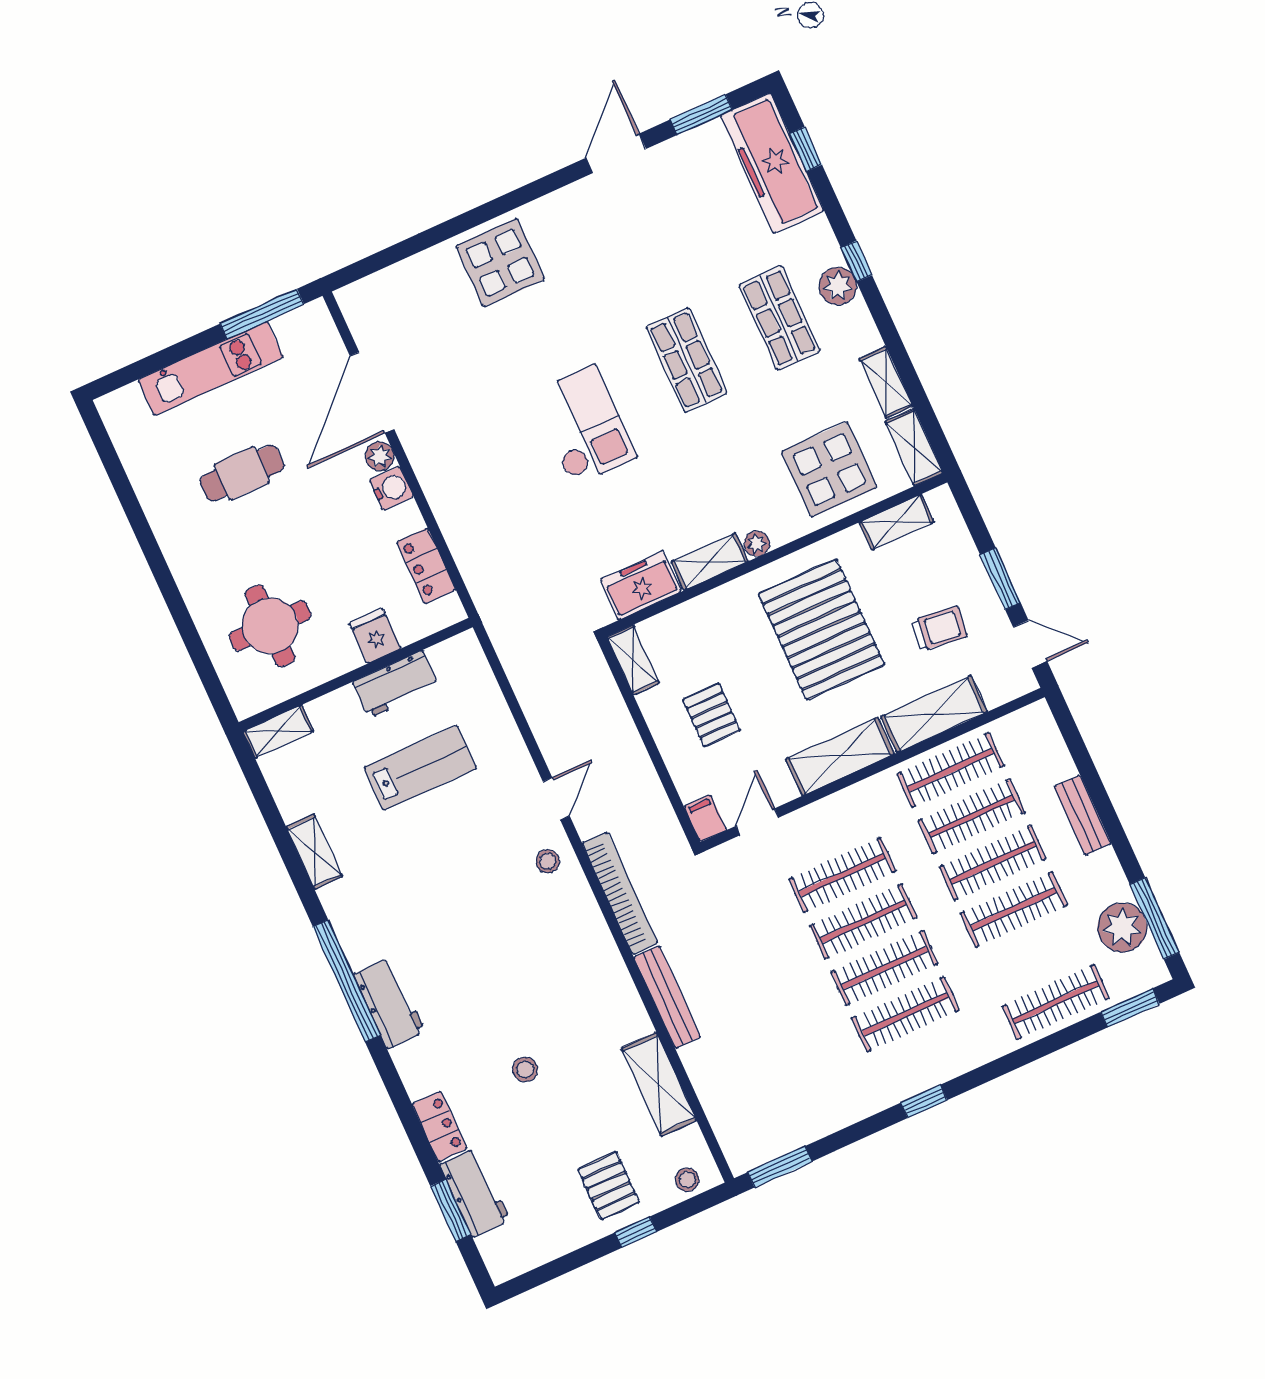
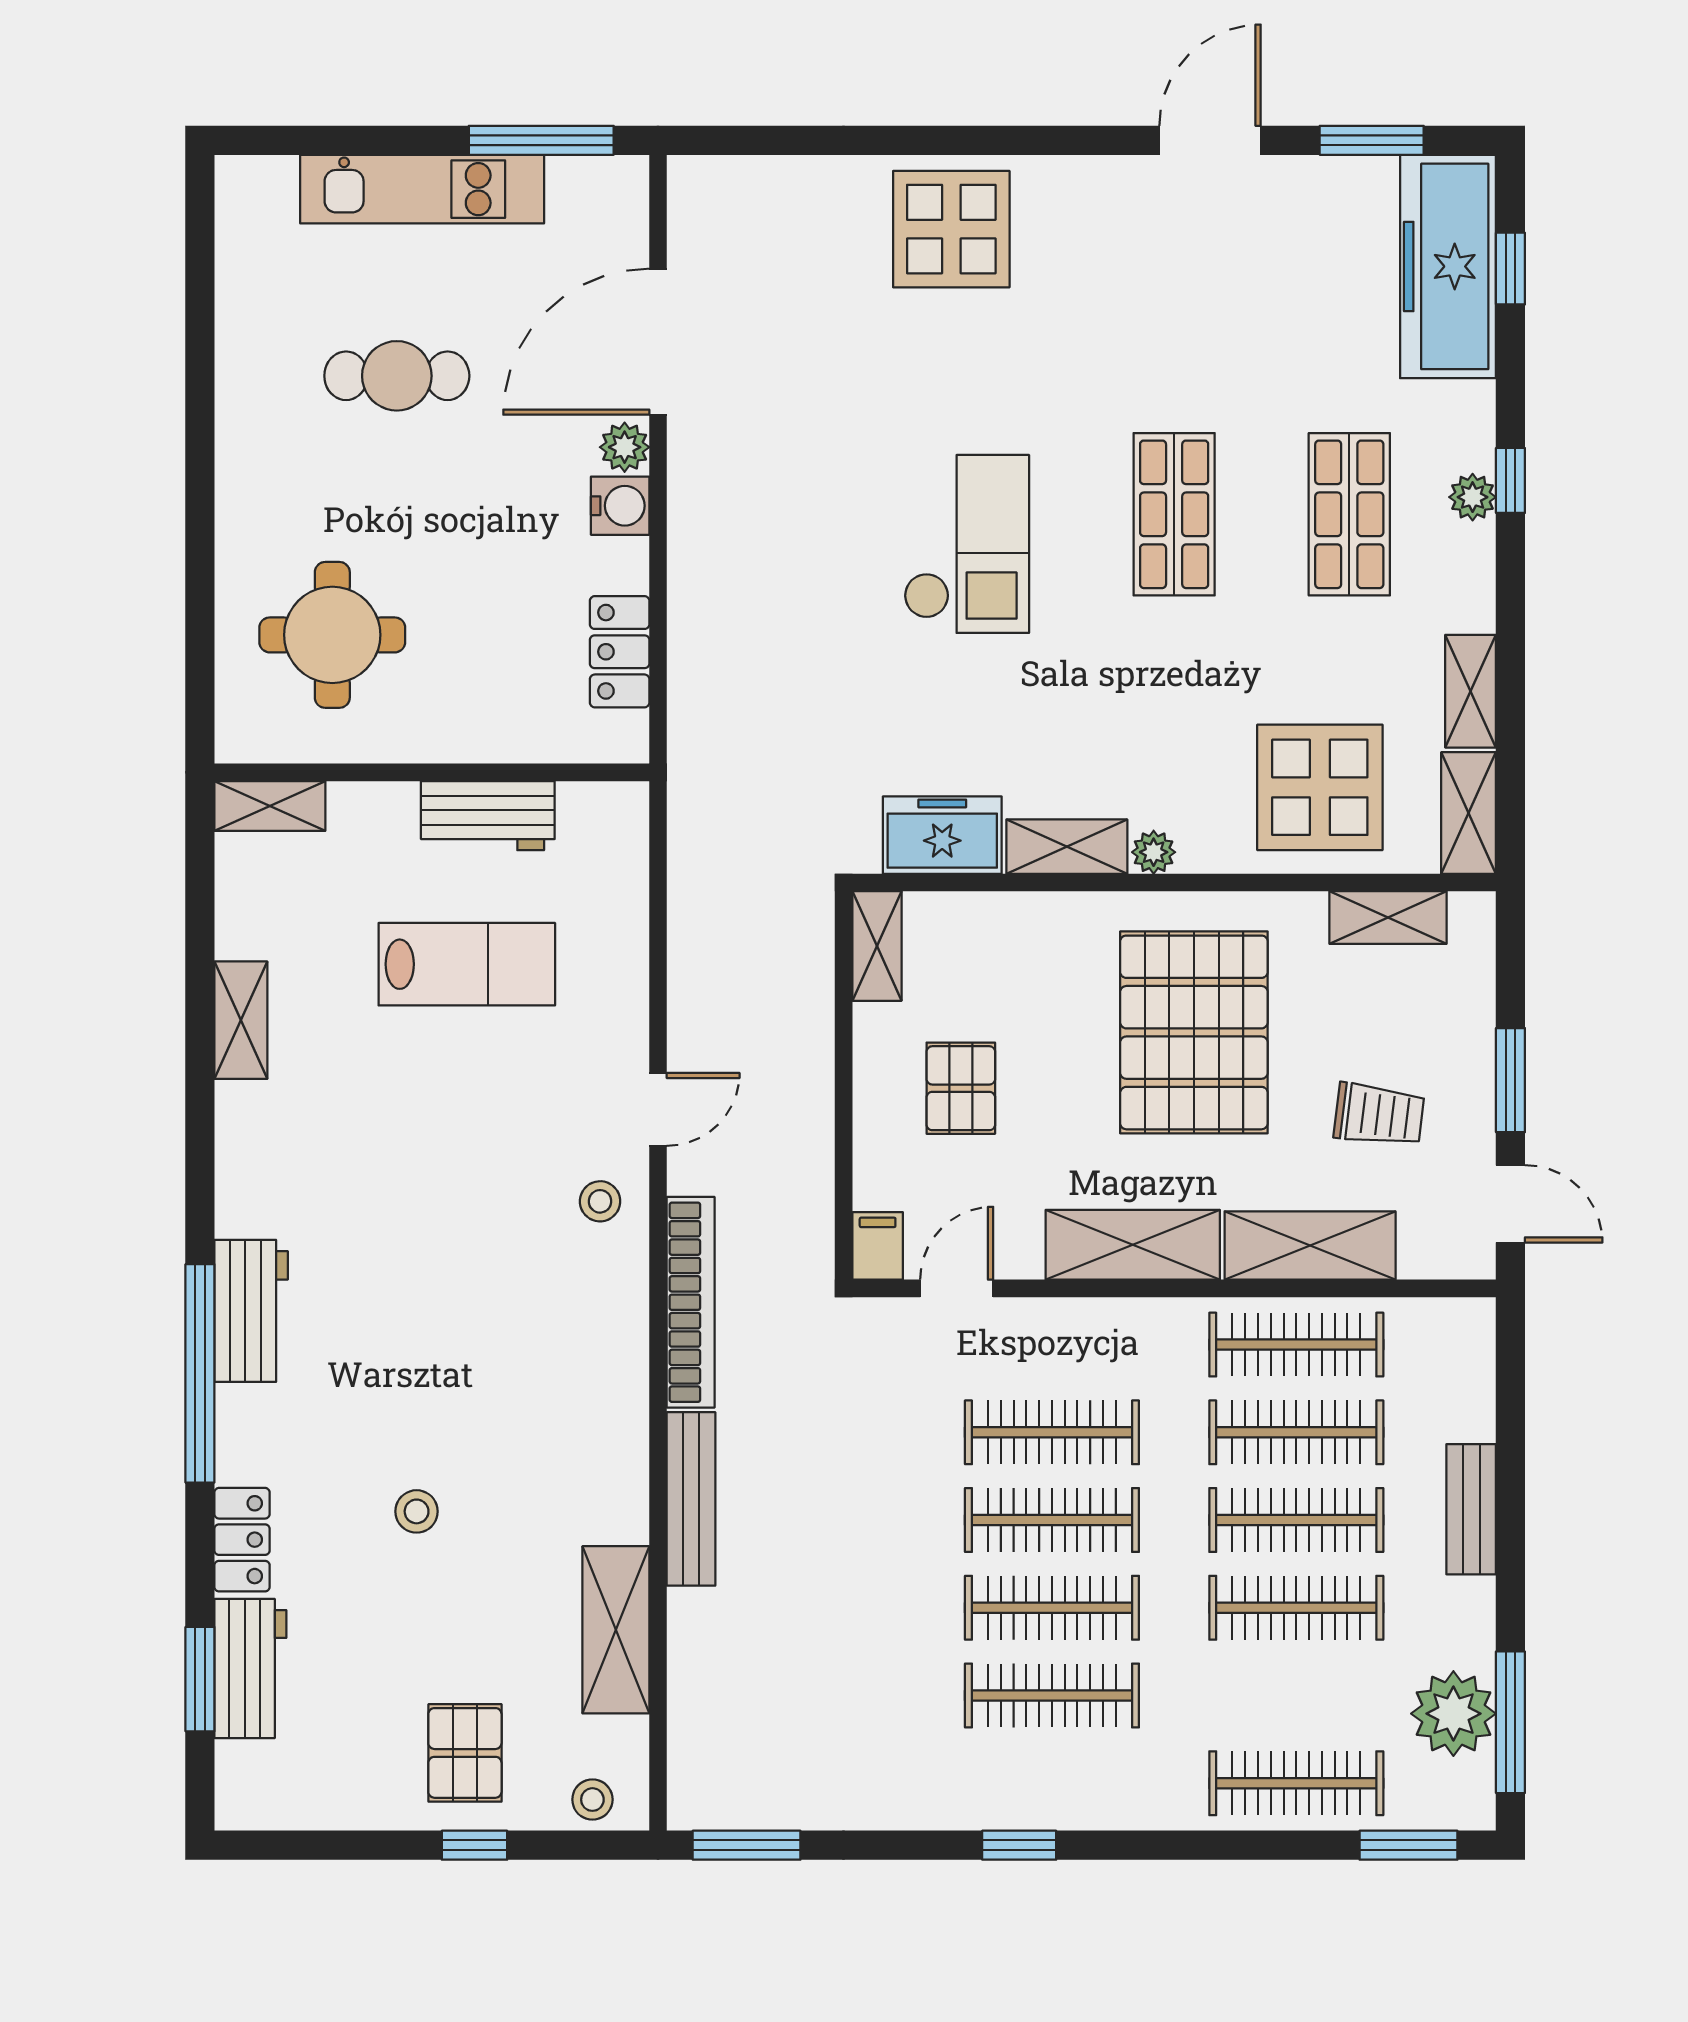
plant: (838, 286) -> (1473, 497), width x0.73, depth x0.73
fridge: (375, 636) -> (490, 725), removed
window: (347, 981) -> (200, 1373), moved

